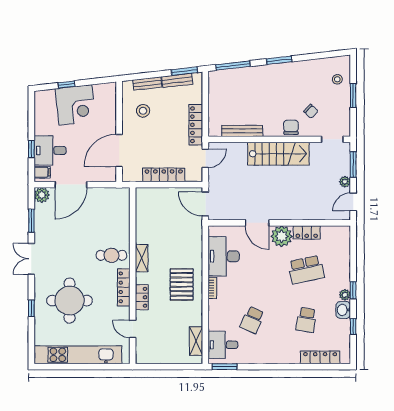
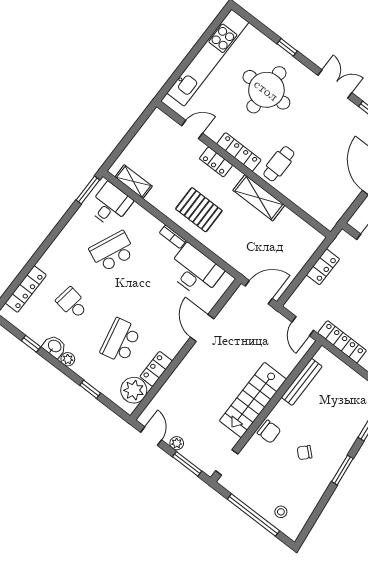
window: (353, 96) -> (253, 515), width x2.11
chair: (311, 111) -> (305, 453), moved
locker: (164, 175) -> (323, 267), width x0.66
door: (257, 223) -> (202, 328), hinge flipped
plant: (282, 236) -> (134, 390), moved
shelving: (142, 258) -> (259, 198), width x1.50, depth x1.33
window: (353, 290) -> (90, 389), moved
school desk: (252, 320) -> (112, 251), width x1.85

